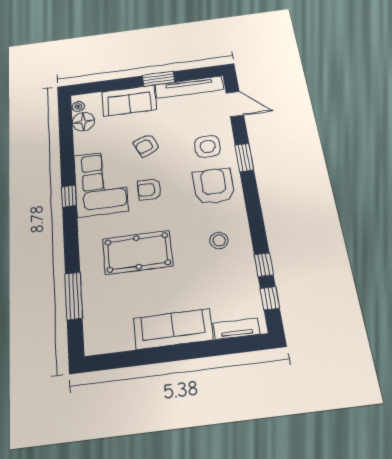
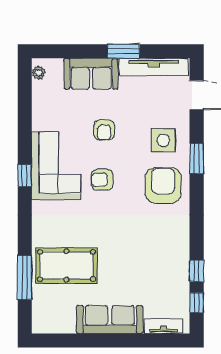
floor lamp: (83, 122) -> (43, 92), removed
armchair: (147, 145) -> (104, 130), turned -67
stool: (219, 241) -> (160, 242), removed
pool table: (138, 252) -> (66, 265), moved

